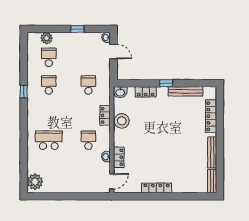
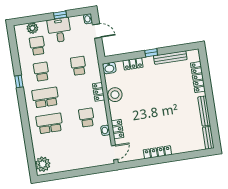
desk: (74, 45) -> (59, 30), added
school desk: (49, 113) -> (45, 97), added

